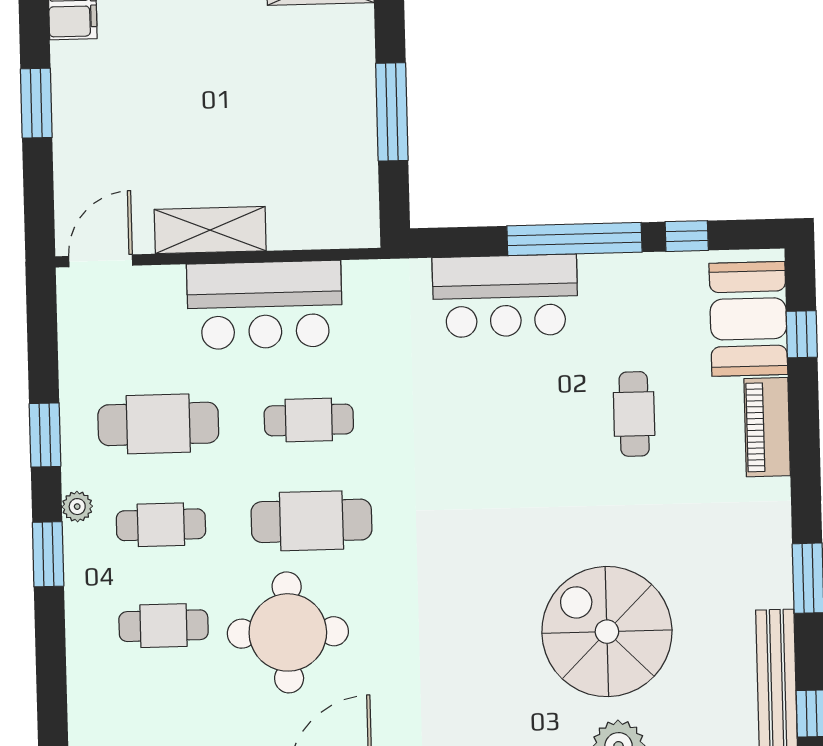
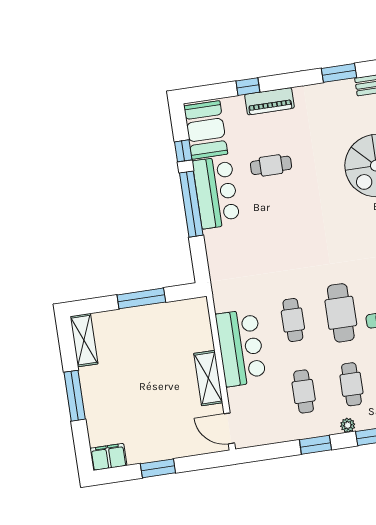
bar counter: (505, 296) -> (216, 192), moved
booth: (748, 319) -> (206, 130), moved, turned 90
window: (802, 334) -> (248, 87), moved
cafe table: (158, 424) -> (304, 391), width x0.73, depth x0.74

